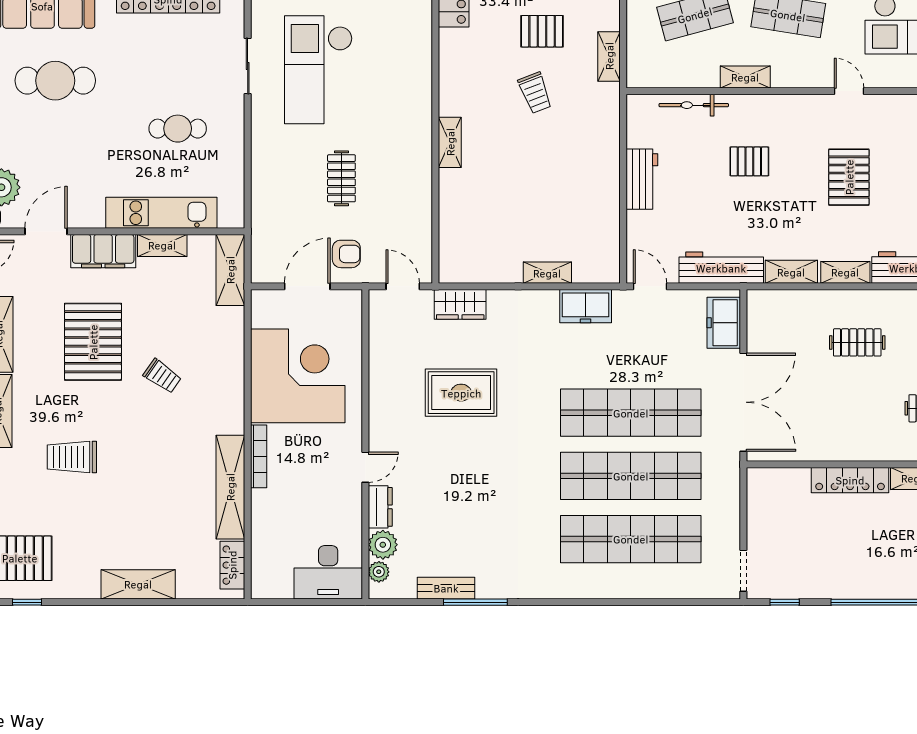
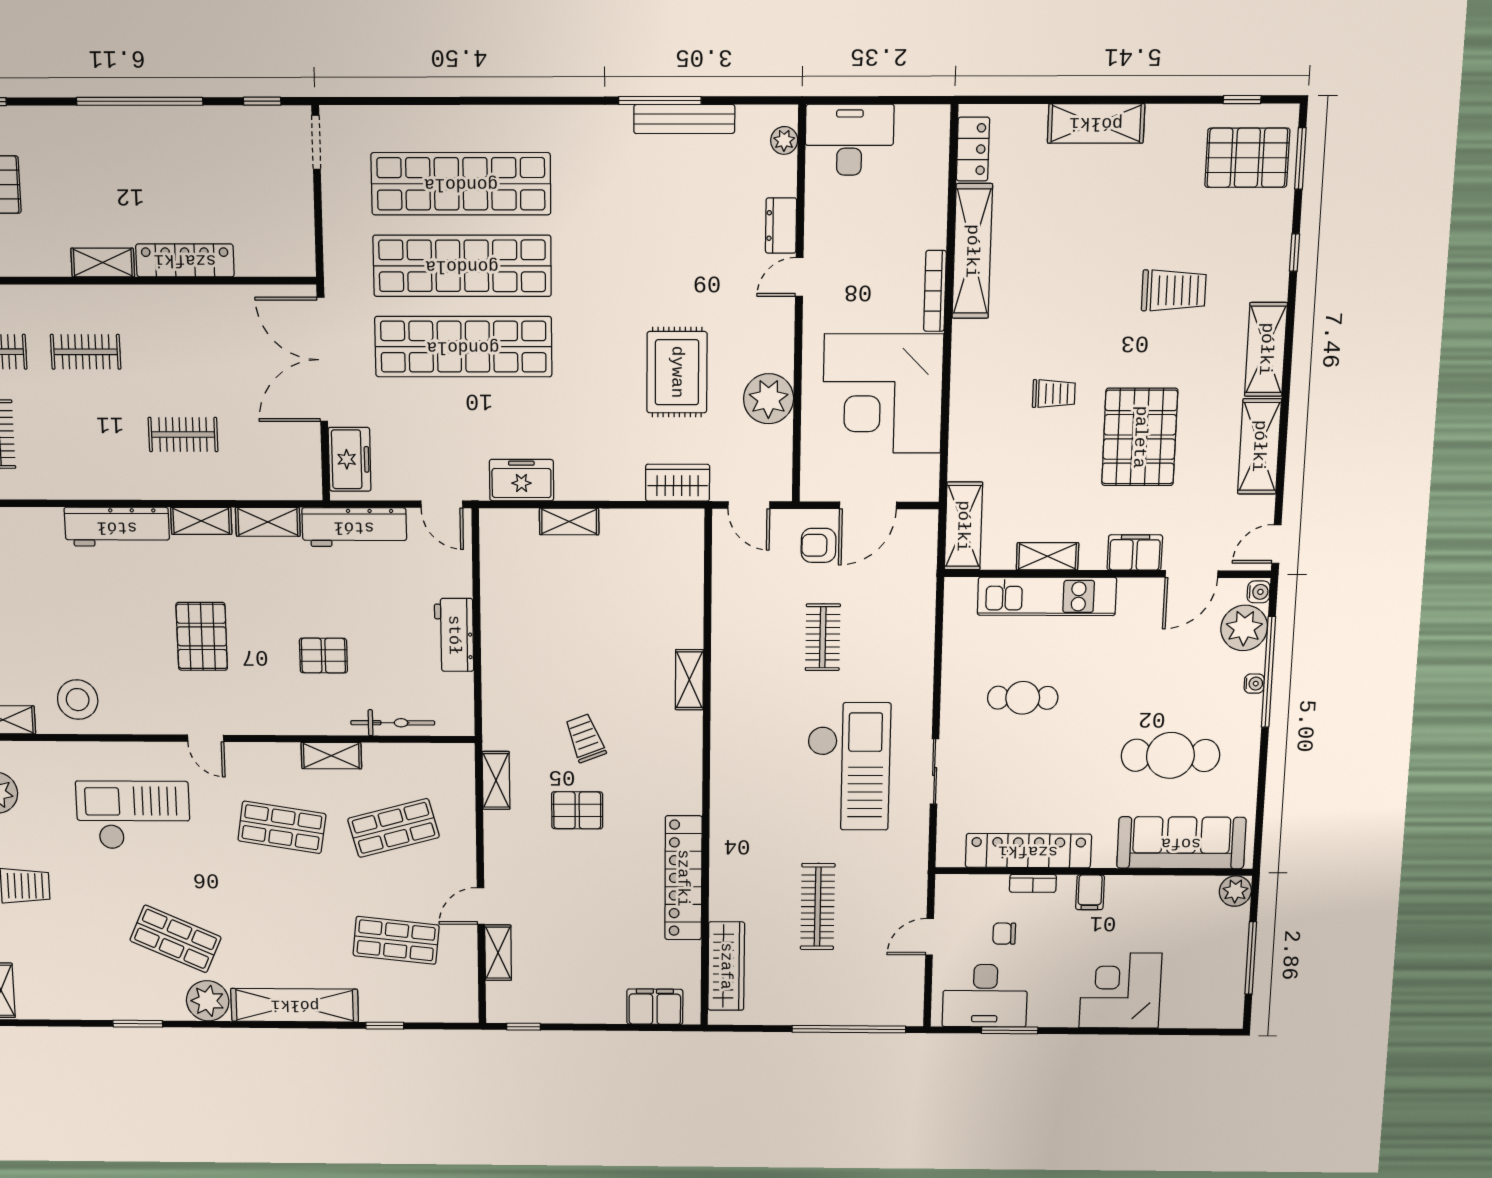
filing cabinet: (103, 251) -> (1135, 552), width x0.67, depth x0.86
trolley: (162, 376) -> (1054, 394), turned 145
rug: (461, 393) -> (677, 372), turned 90
plant: (383, 545) -> (769, 399), moved, width x1.36, depth x1.36
bench: (446, 588) -> (684, 119), width x1.36

